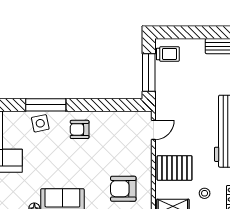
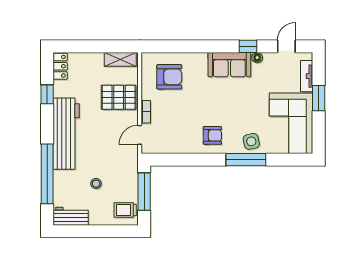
bookcase: (147, 153) -> (146, 112), added
stool: (205, 193) -> (96, 184), moved

